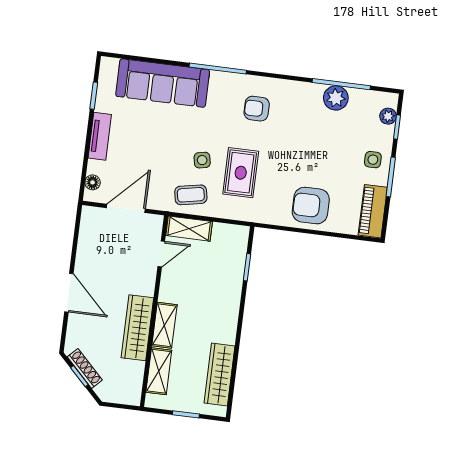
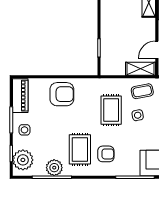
plant: (388, 116) -> (23, 160), width x1.87, depth x1.87
rug: (294, 120) -> (80, 149), added

